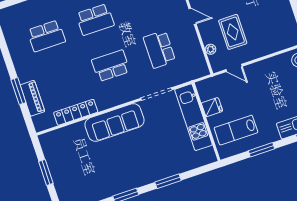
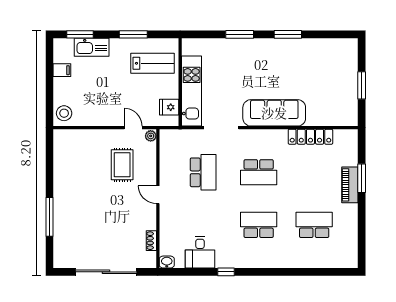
plant: (211, 49) -> (151, 136), moved
piano: (32, 98) -> (350, 185), moved
fridge: (212, 107) -> (169, 107), moved

